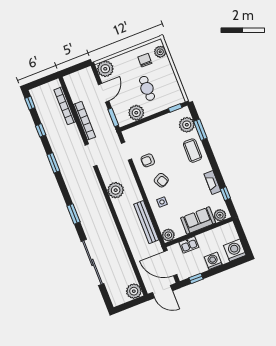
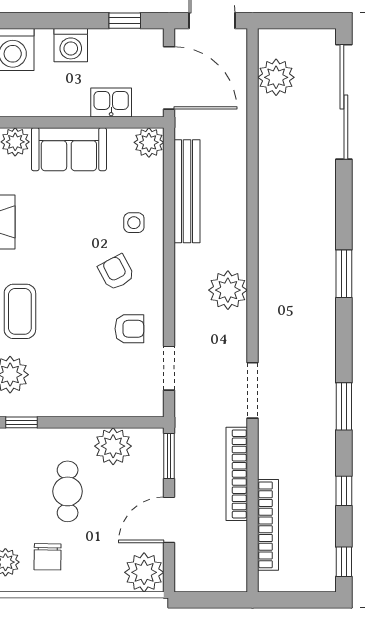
sliding door: (92, 262) -> (344, 102), moved
plant: (134, 291) -> (276, 77), moved

